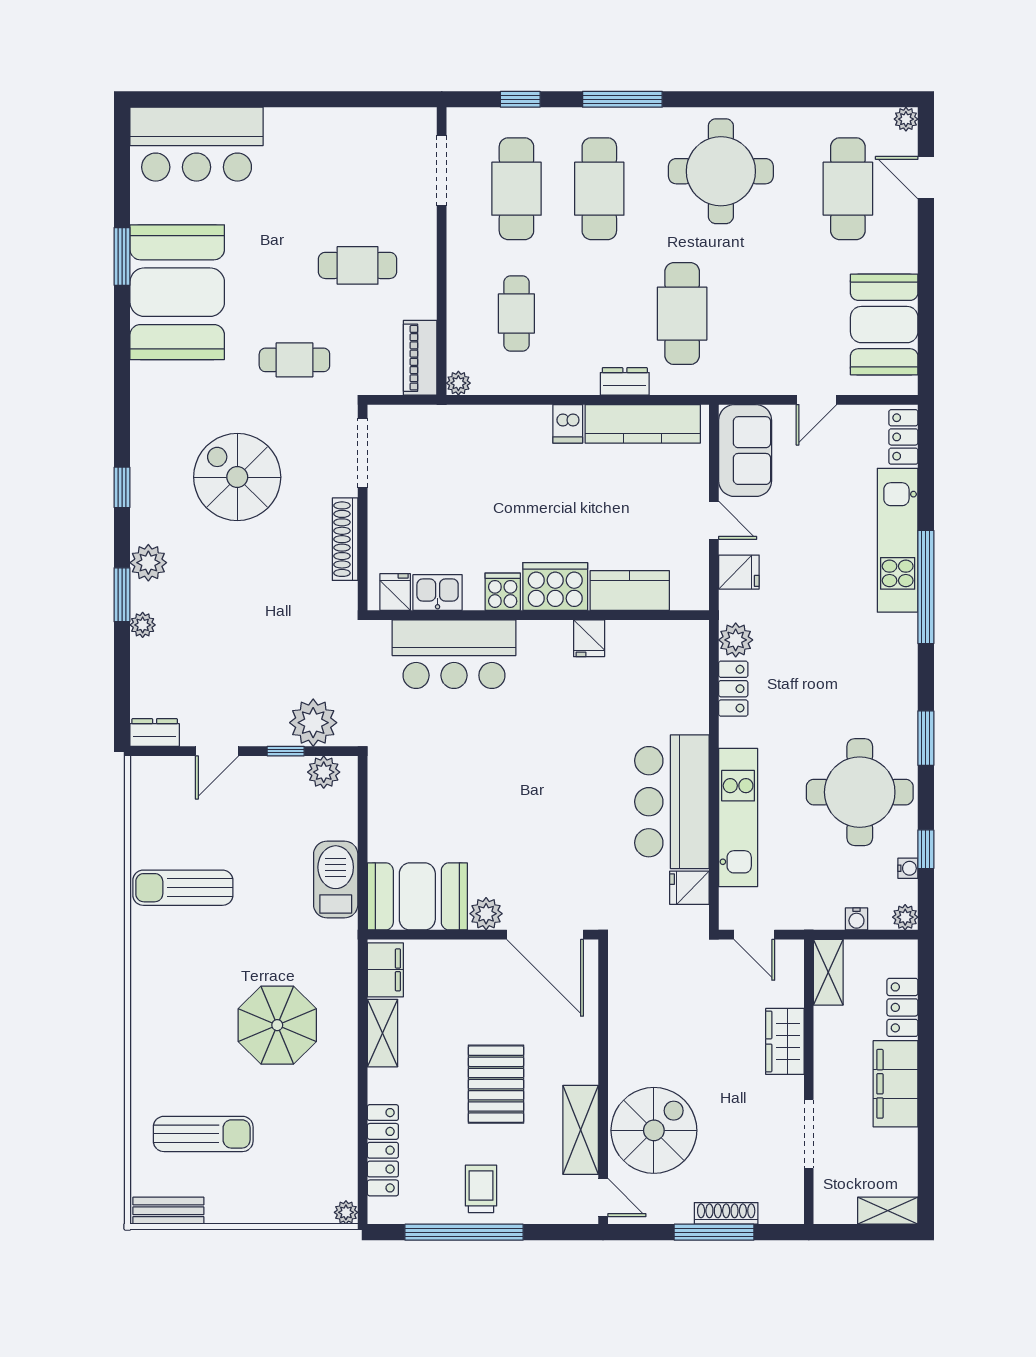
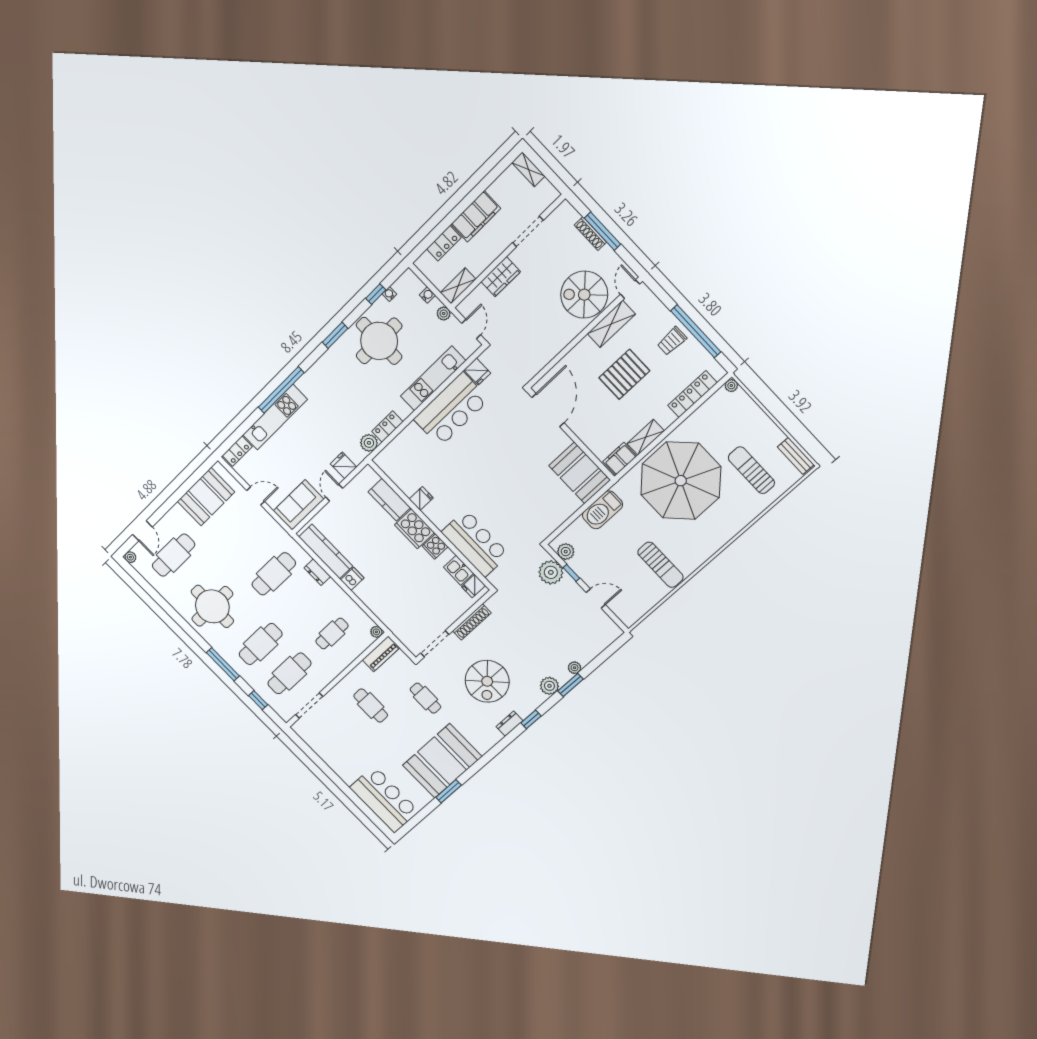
dresser: (155, 733) -> (510, 724), moved, turned 90
plant: (486, 914) -> (561, 440), removed
plant: (905, 917) -> (444, 313), moved
parasol: (277, 1025) -> (681, 481), width x1.86, depth x1.86

